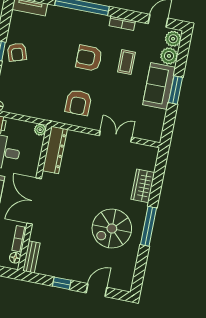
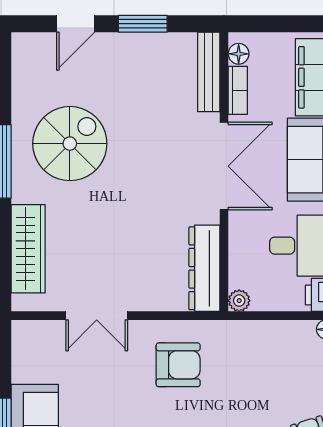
armchair: (78, 103) -> (178, 365), turned 90
wardrobe: (143, 186) -> (28, 249), width x1.50
bench: (31, 257) -> (209, 72), width x1.36
window: (62, 283) -> (143, 24), width x1.50

